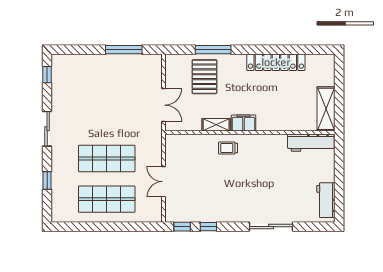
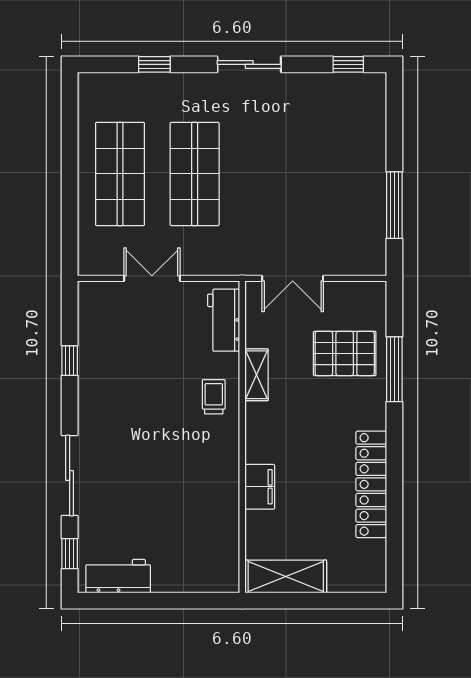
filing cabinet: (243, 123) -> (260, 487), moved
workbench: (311, 143) -> (224, 320), moved, width x0.73
window: (182, 227) -> (70, 554), moved

